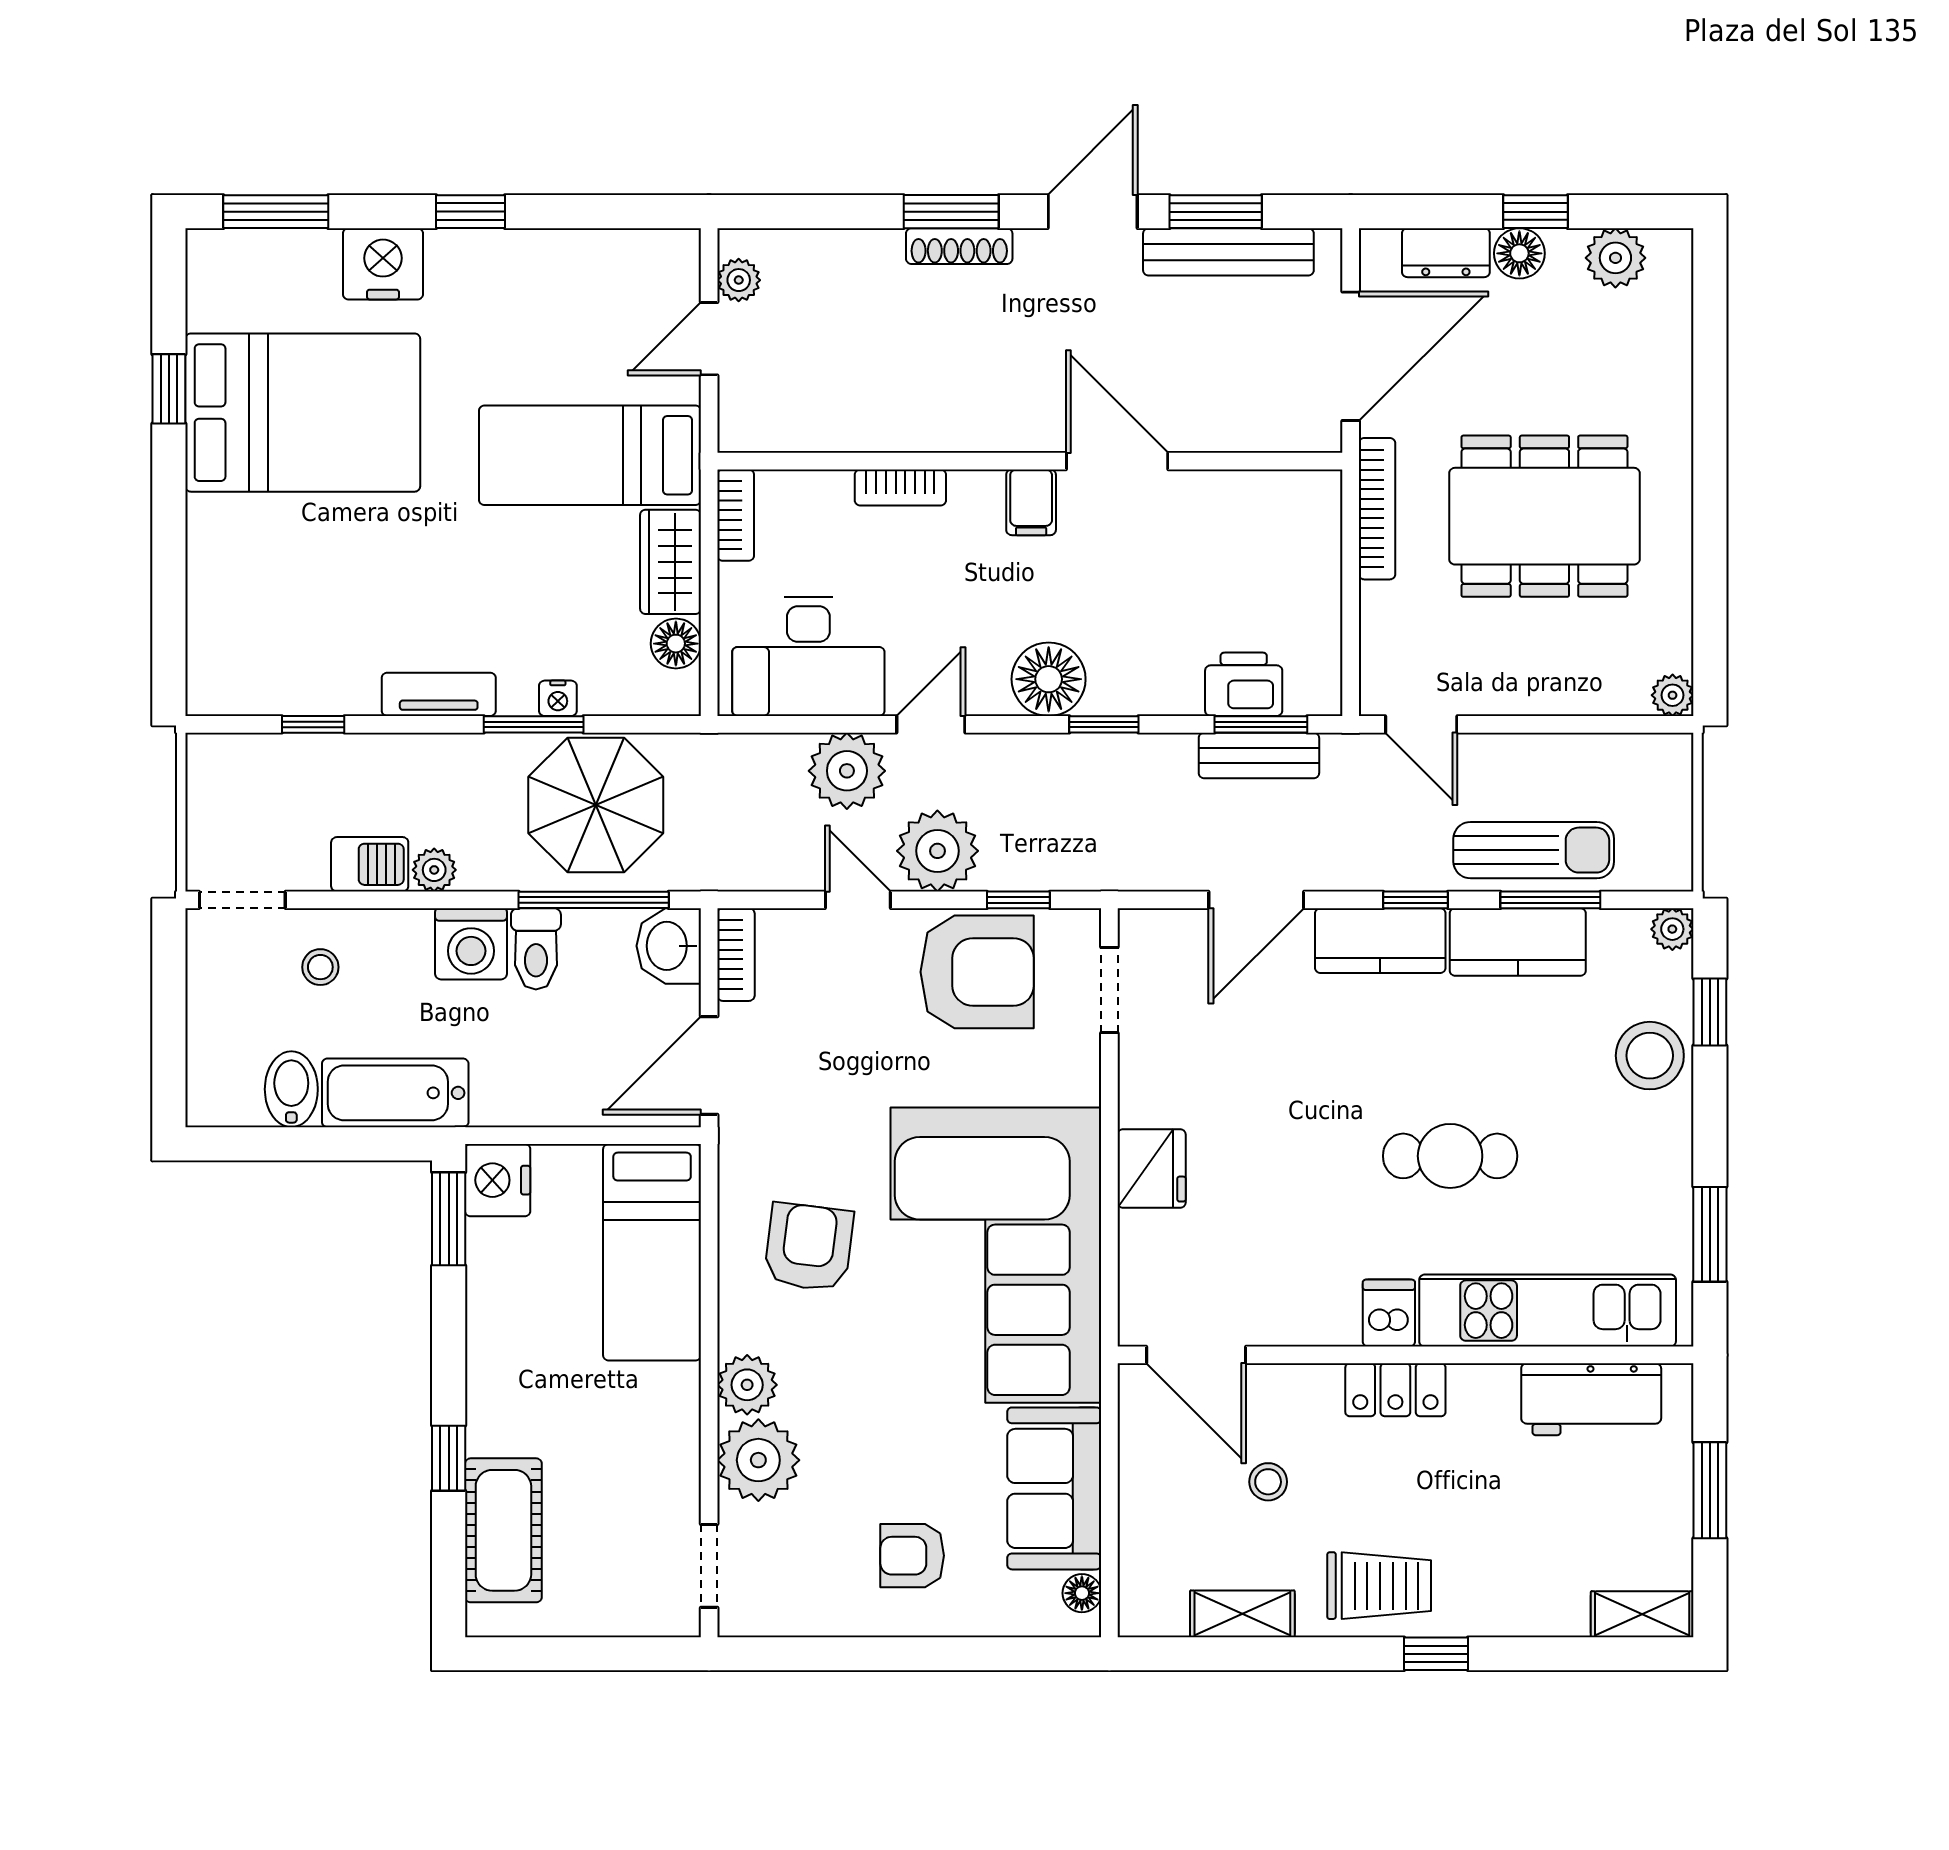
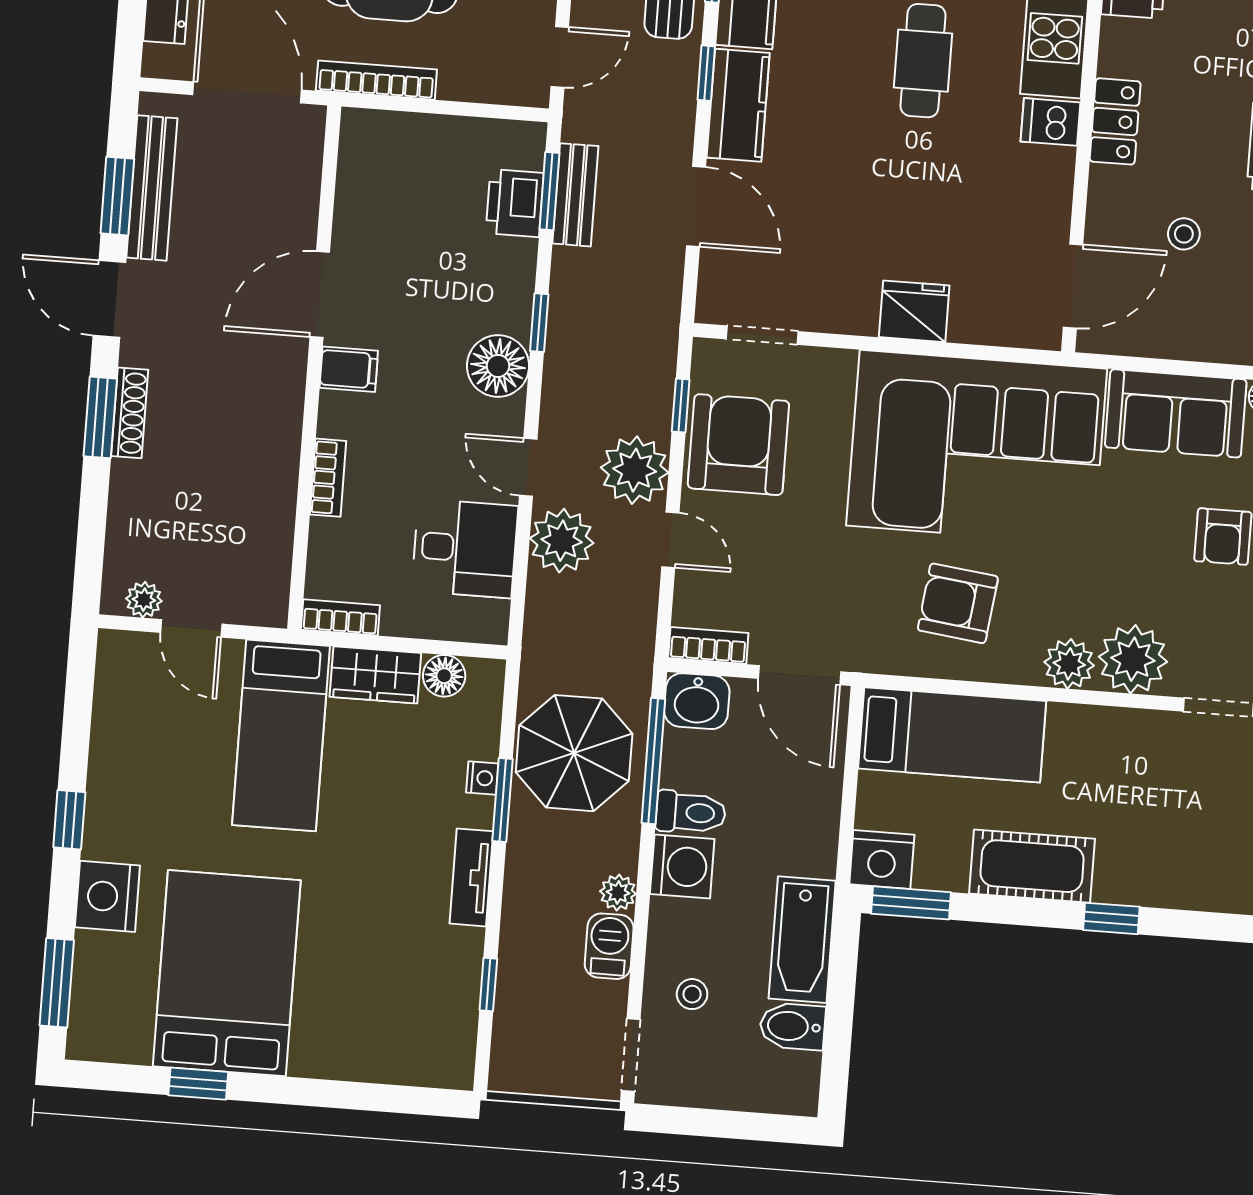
desk: (808, 656) -> (465, 548), width x0.73
door: (858, 900) -> (670, 540), swing flipped
cot: (503, 1530) -> (1032, 866), moved

